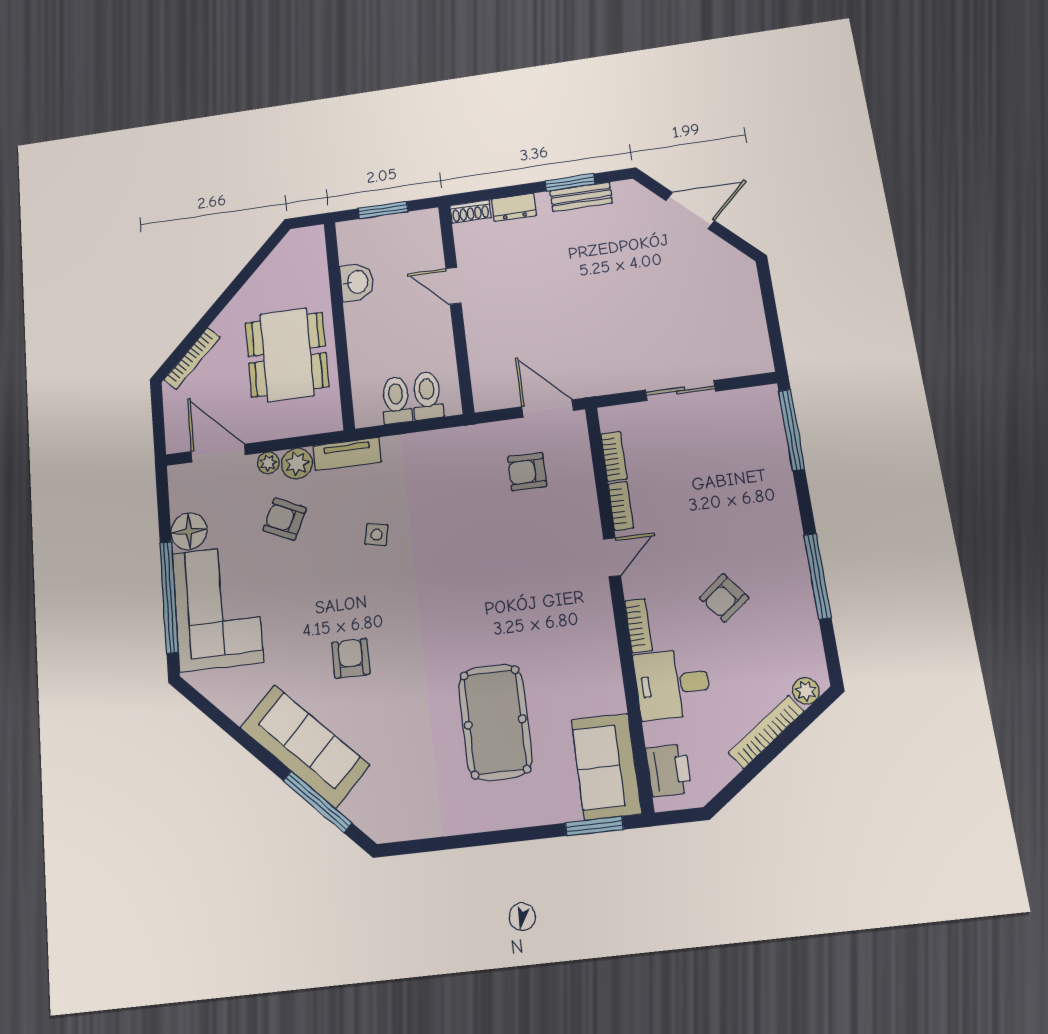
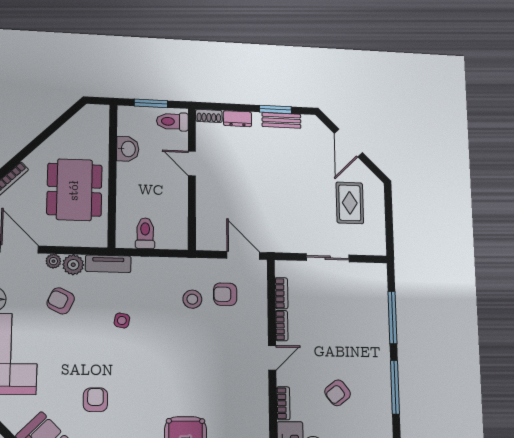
door: (690, 211) -> (348, 143), swing flipped
rug: (705, 301) -> (350, 203), added
toilet: (427, 395) -> (172, 121), moved, turned -90
window: (792, 430) -> (392, 318), moved
stool: (478, 487) -> (192, 299), added

